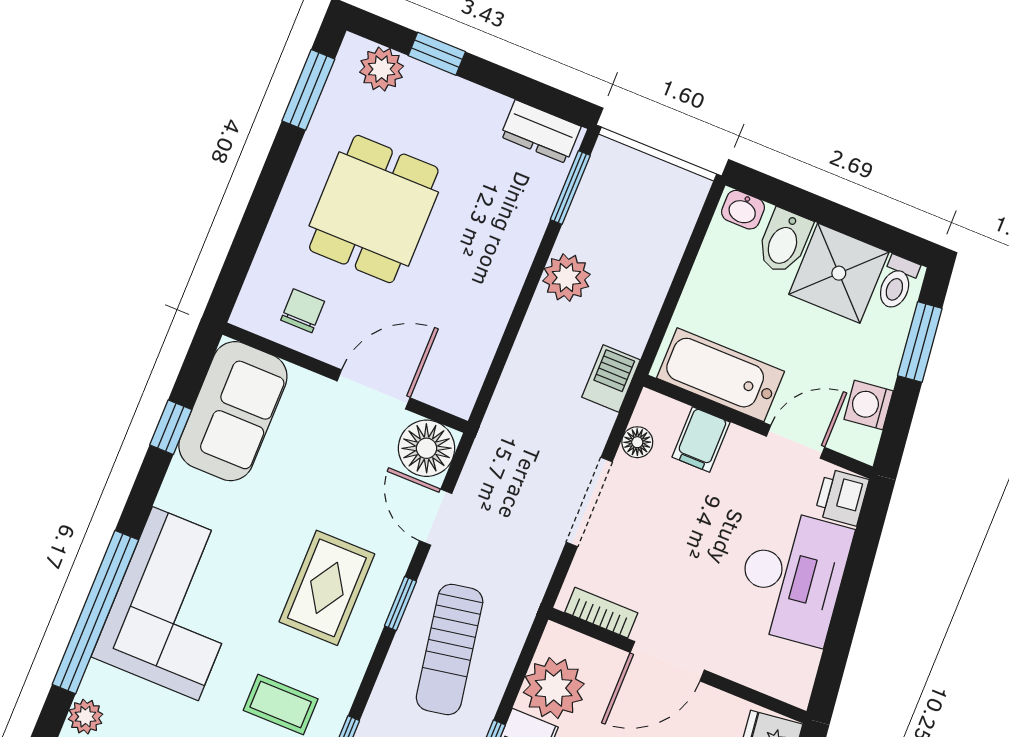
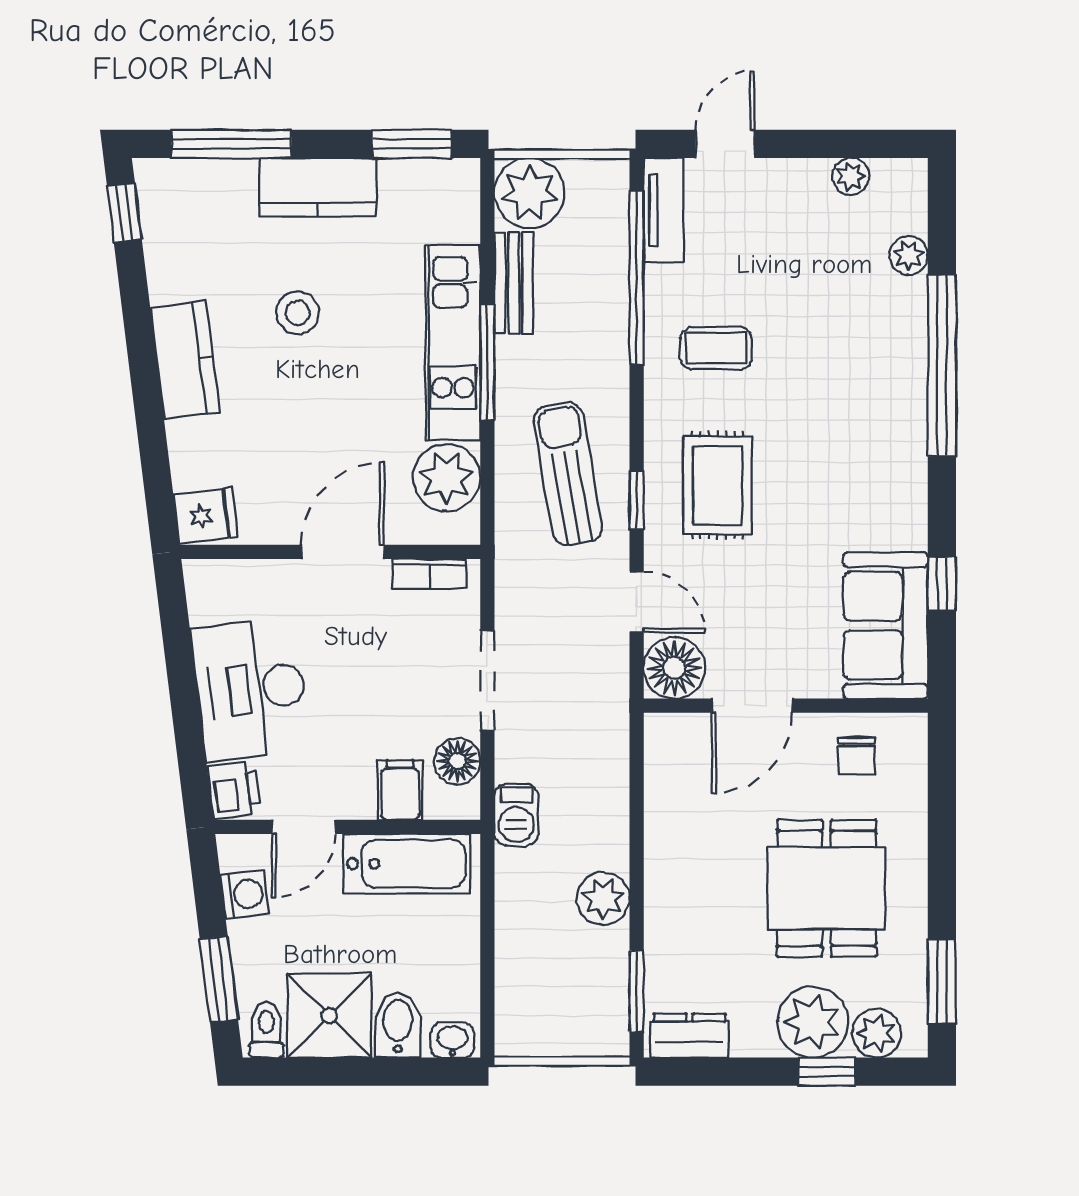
plant: (432, 100) -> (813, 1022), added
floor lamp: (637, 442) -> (457, 761), width x1.37, depth x1.37
corner sofa: (175, 604) -> (864, 407), removed

